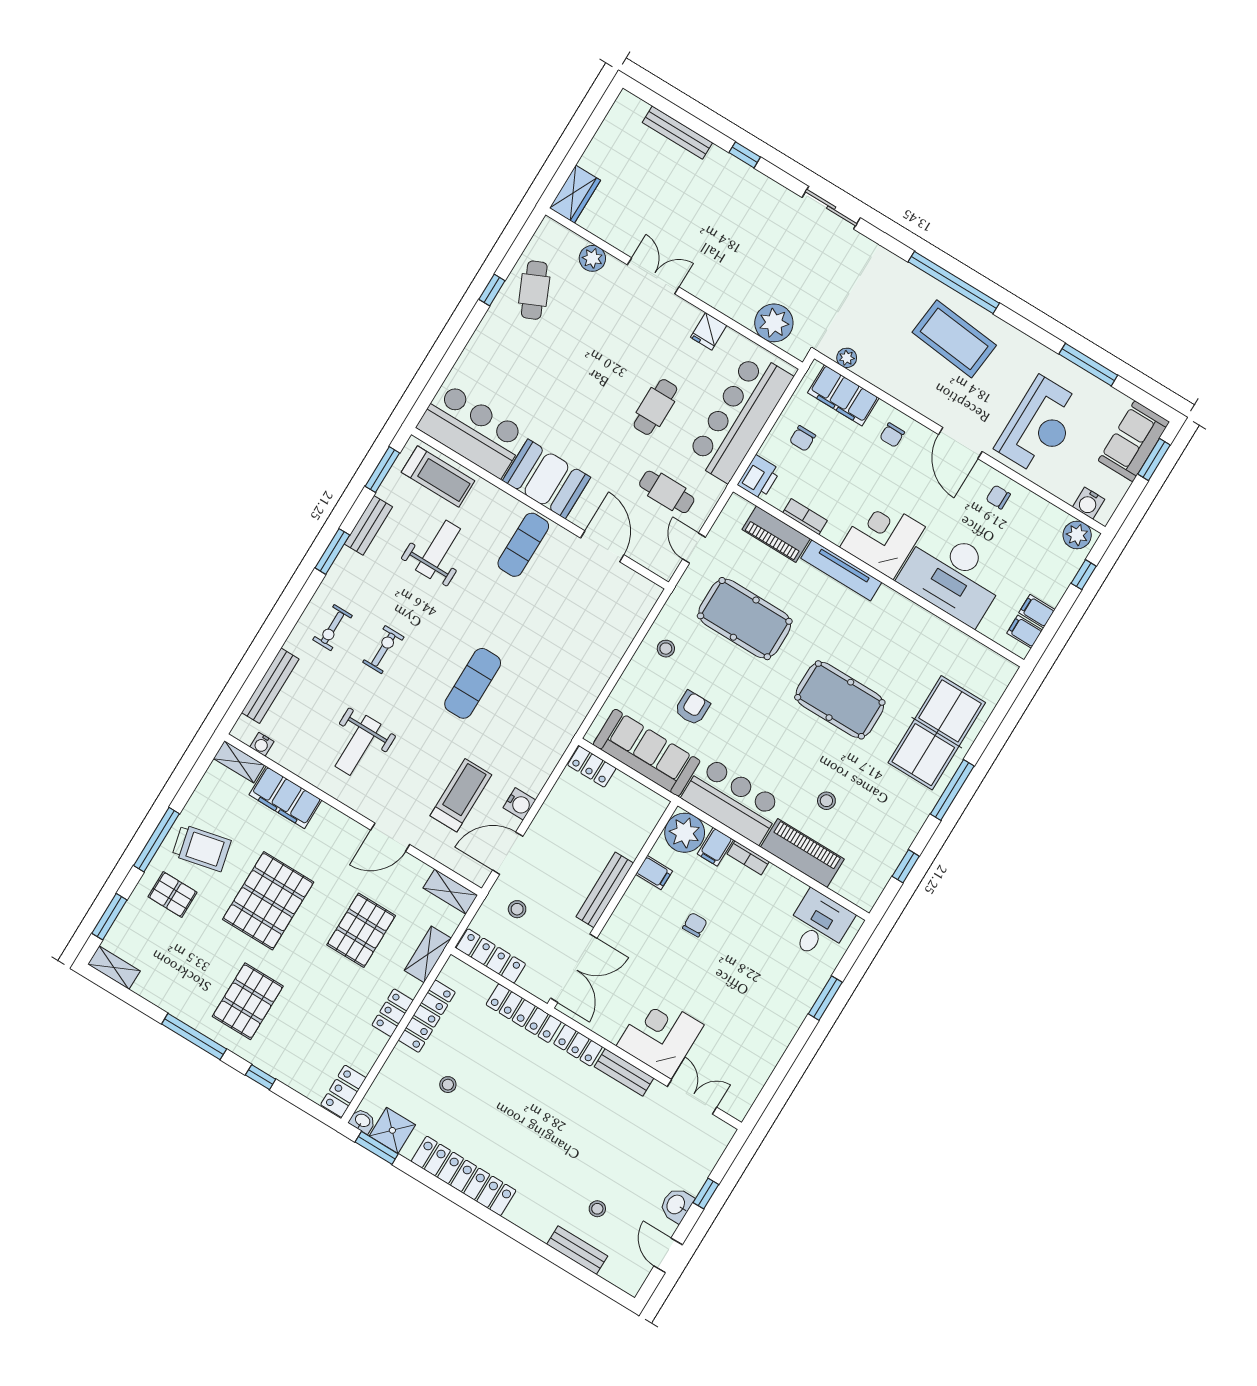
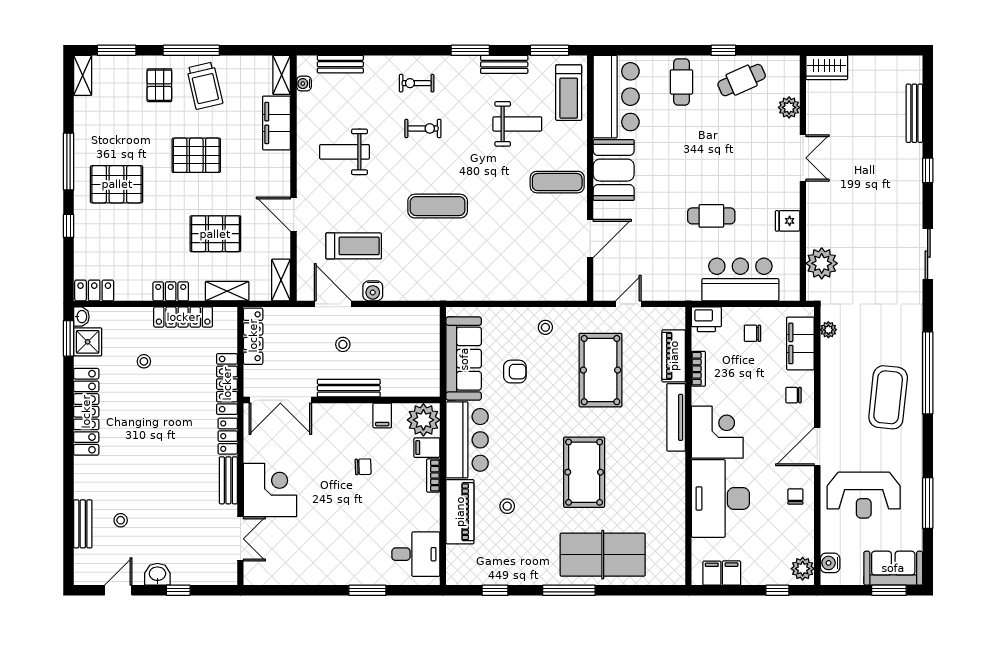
bar counter: (739, 417) -> (740, 279), width x0.73
cafe table: (667, 492) -> (681, 82), moved
bench: (270, 686) -> (340, 64), width x0.73
locker: (592, 767) -> (430, 326), removed
pallet: (268, 901) -> (196, 155), width x0.73, depth x0.71
stool: (517, 909) -> (343, 344), moved

